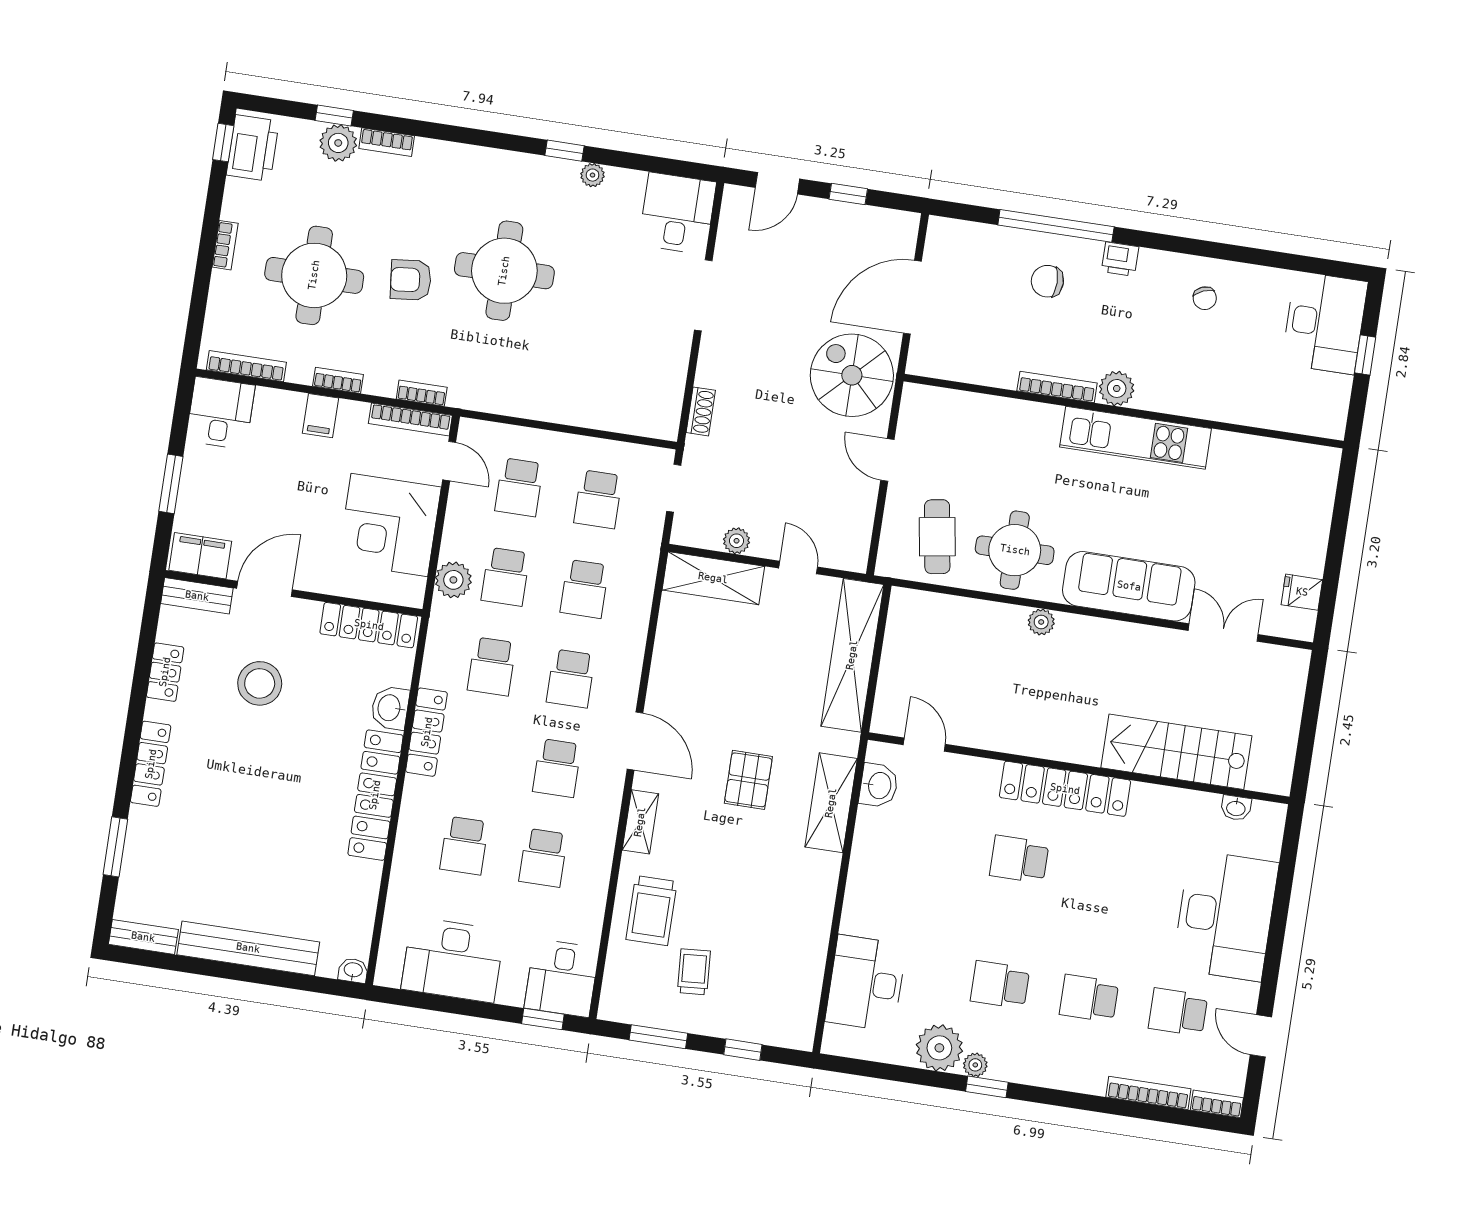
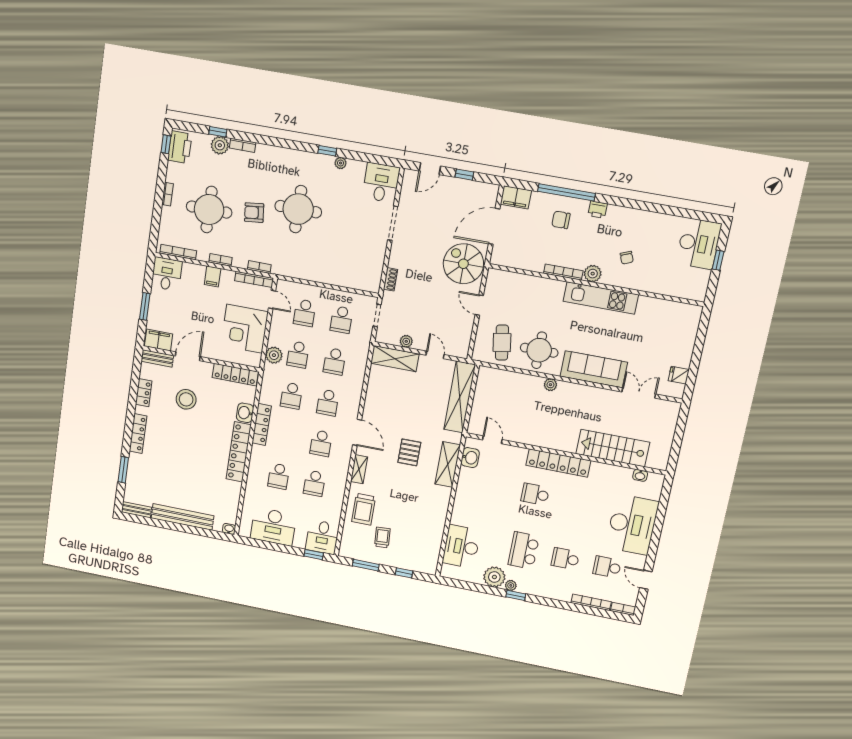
filing cabinet: (954, 238) -> (516, 197), added
chair: (1205, 298) -> (627, 258), moved
school desk: (1000, 985) -> (524, 550), width x1.85

